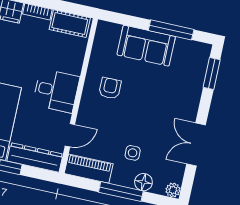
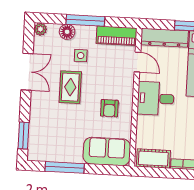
sofa: (146, 46) -> (107, 151), moved
rug: (150, 119) -> (70, 87), added
door: (70, 135) -> (137, 62), swing flipped

